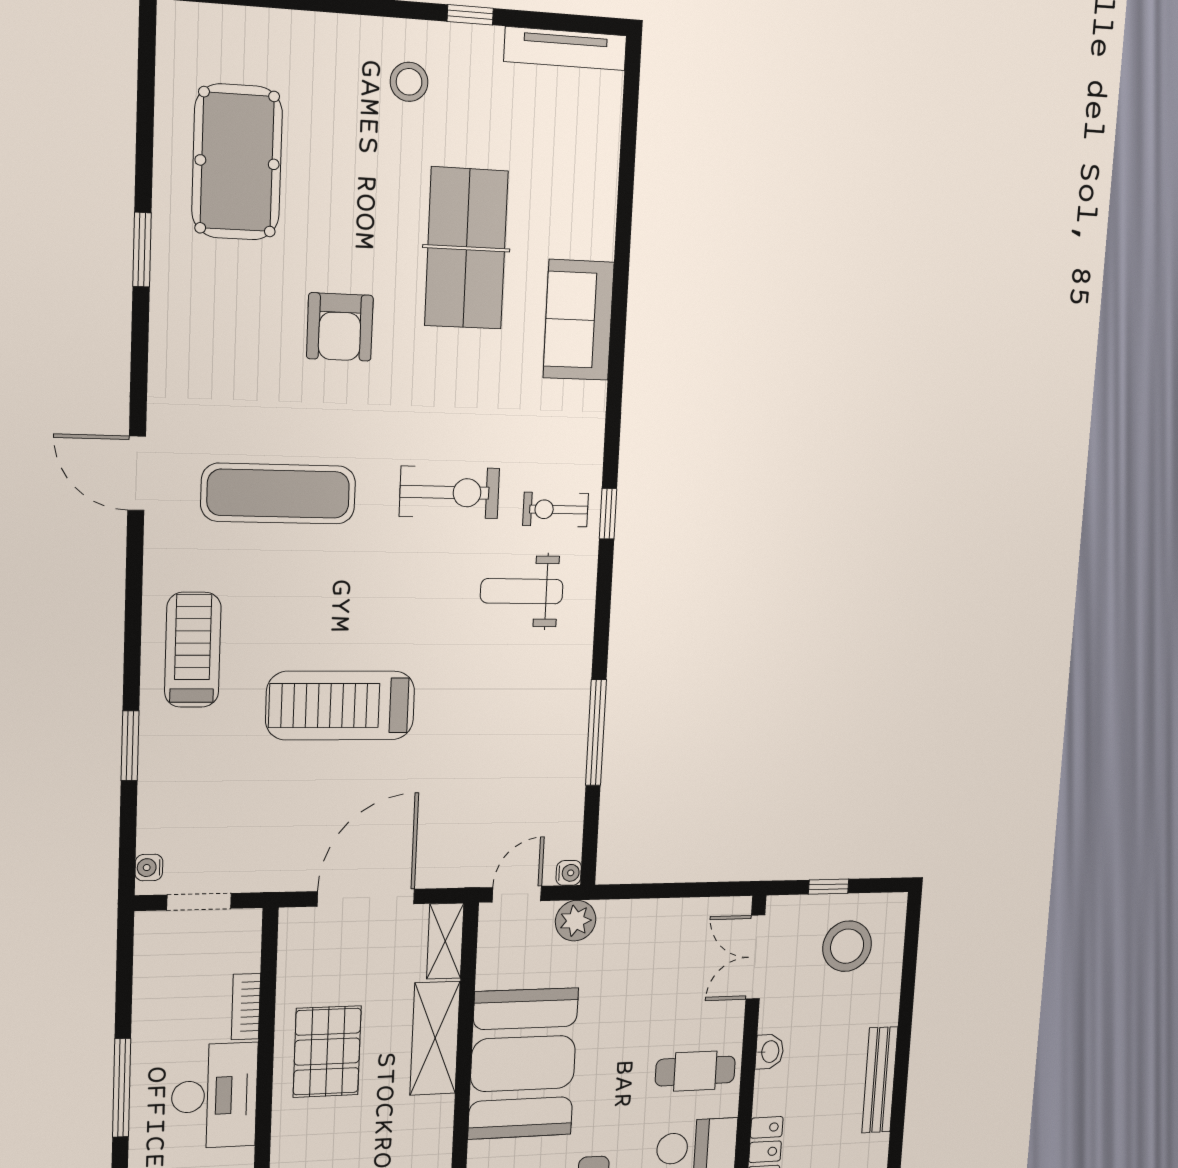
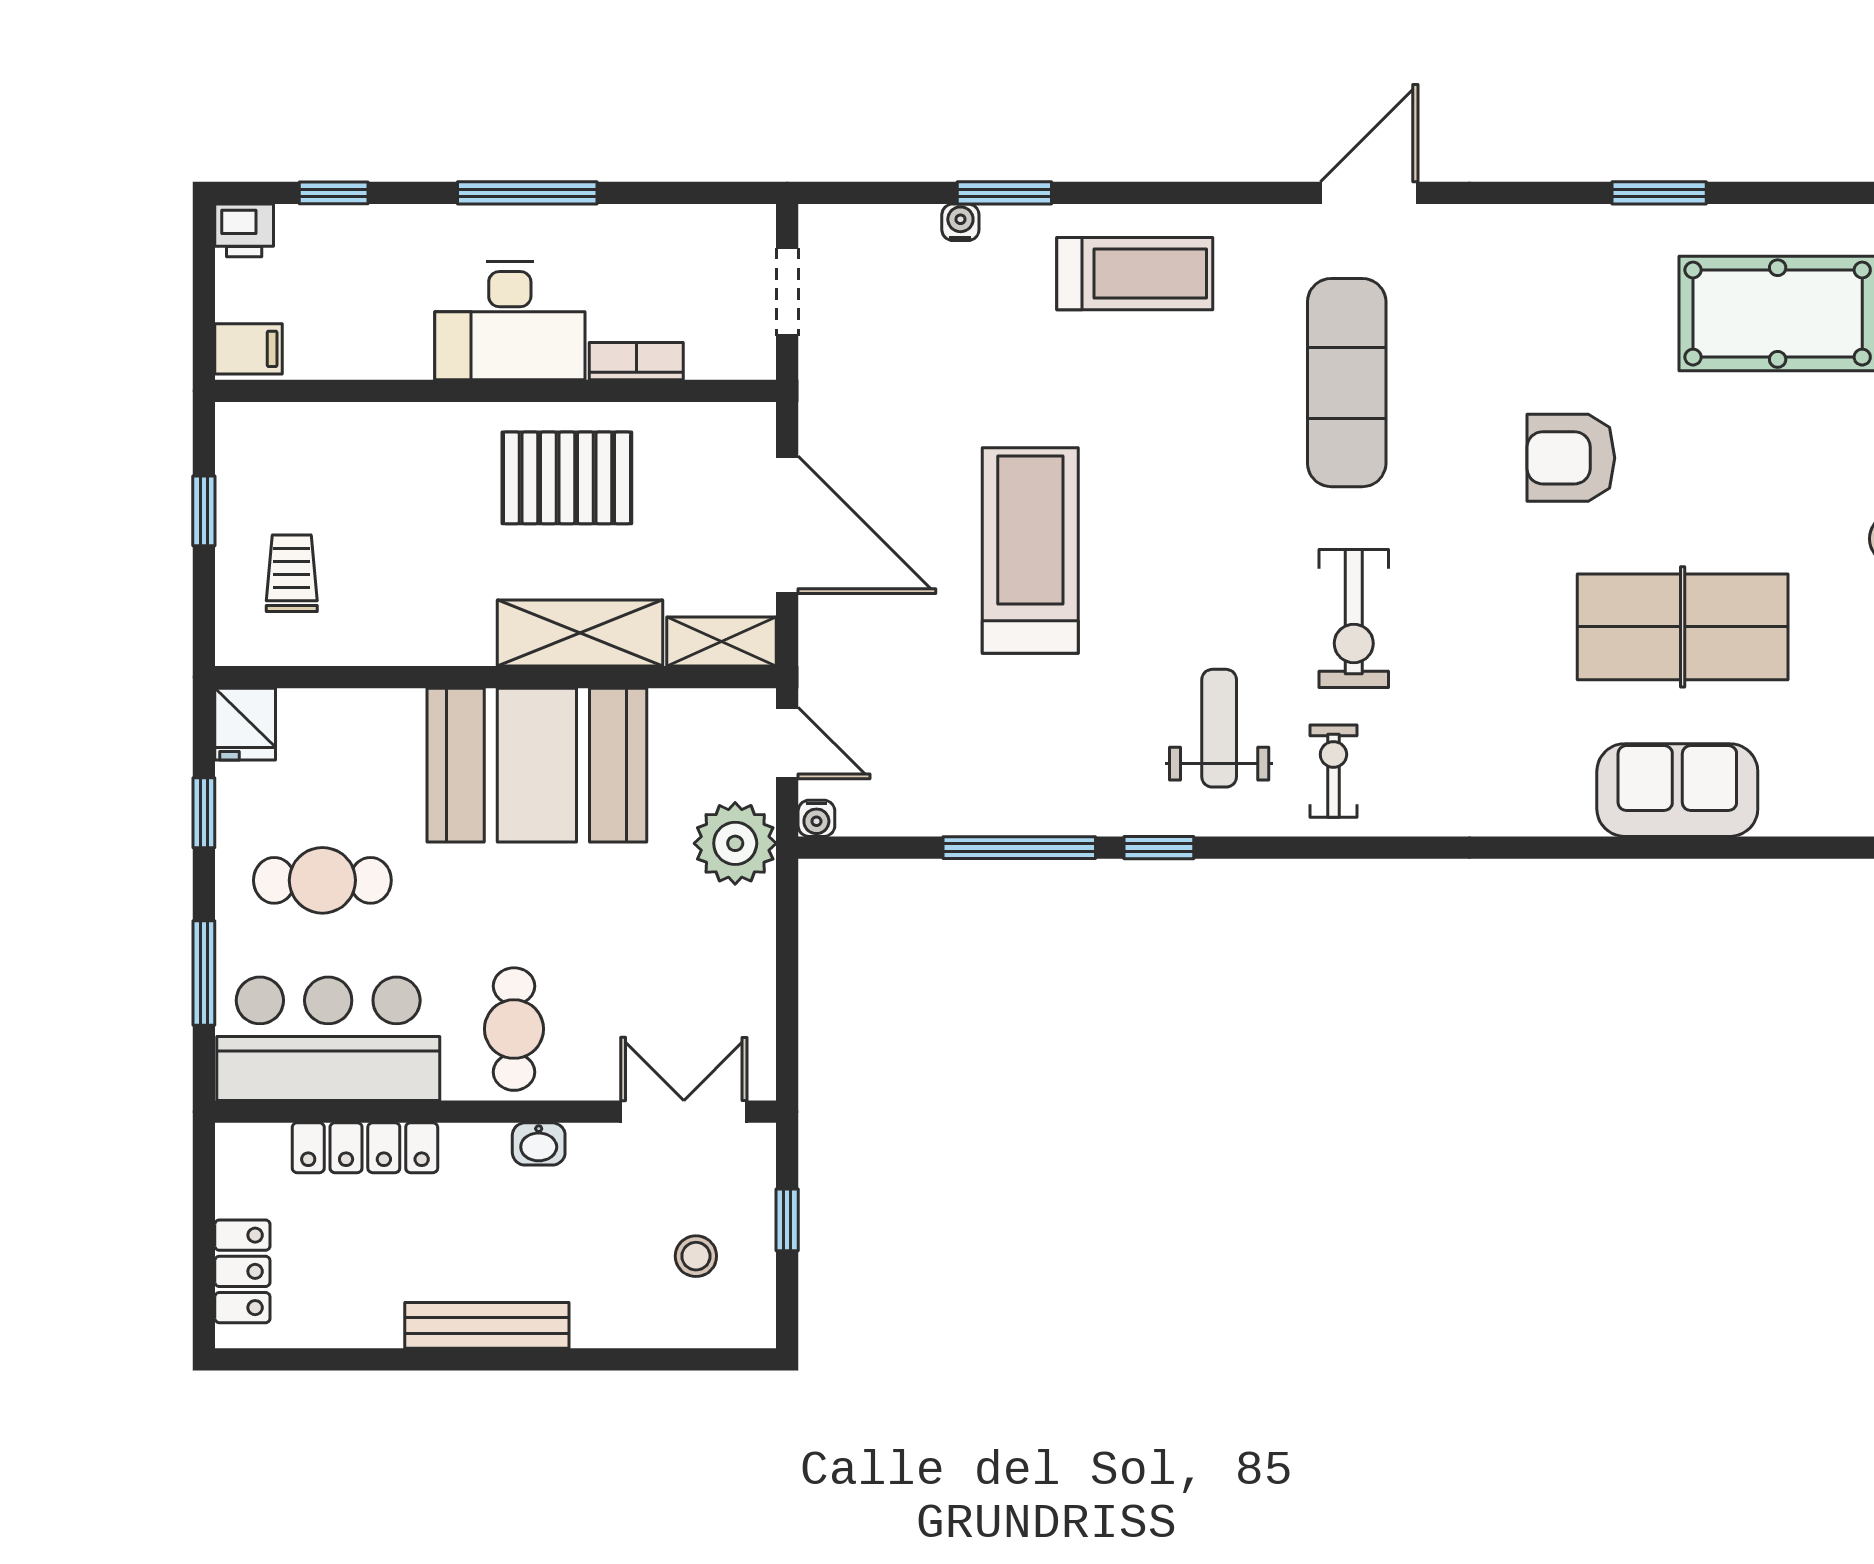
sofa: (579, 320) -> (1677, 790), moved
window: (608, 514) -> (1159, 848), moved
treadmill: (340, 705) -> (1030, 551), moved
water cooler: (149, 868) -> (960, 222), moved
plant: (576, 921) -> (735, 843), width x1.36, depth x1.36
stool: (847, 946) -> (696, 1256), width x0.53, depth x0.53

